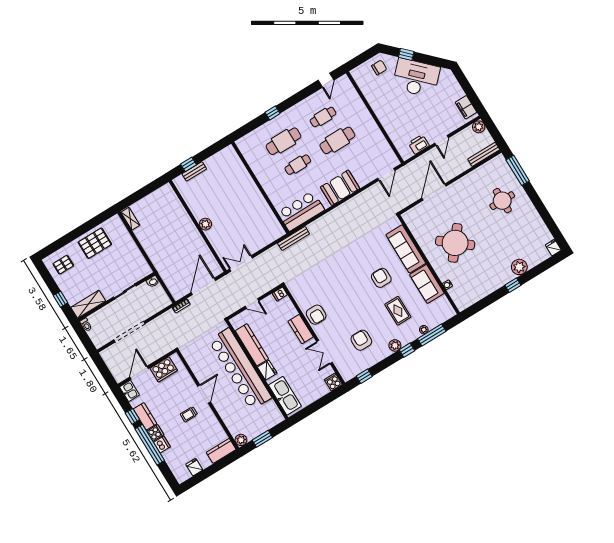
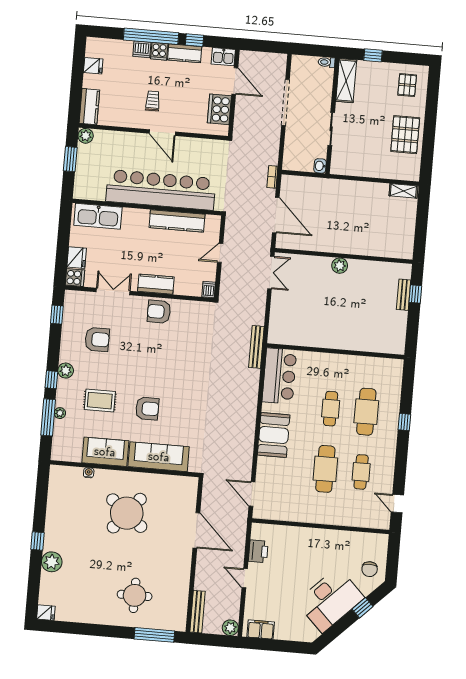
fridge: (267, 370) -> (77, 258), moved, turned -90

